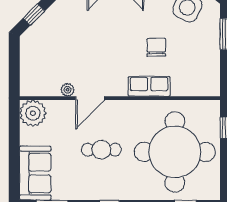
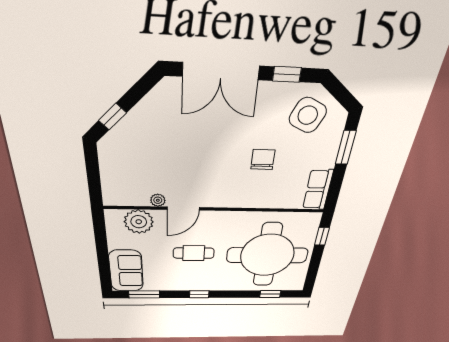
row of seats: (149, 86) -> (318, 190), moved, turned -90
plant: (33, 113) -> (139, 222), moved

